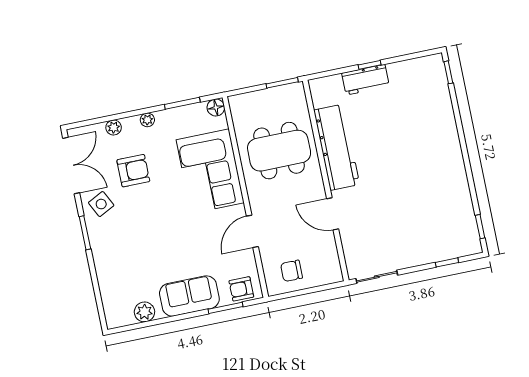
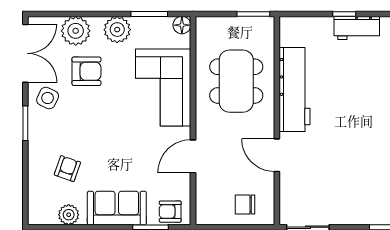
workbench: (365, 80) -> (357, 28), moved
plant: (147, 120) -> (117, 30), width x1.87, depth x1.87
plant: (114, 127) -> (76, 31), width x1.87, depth x1.87
dining table: (279, 151) -> (236, 81), turned 90
side table: (101, 204) -> (48, 98), turned -38
armchair: (134, 268) -> (67, 169), added
chair: (291, 271) -> (245, 204), moved

